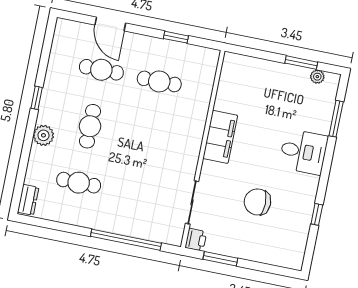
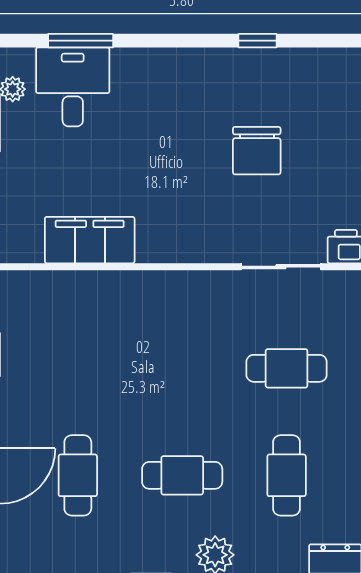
cafe table: (159, 81) -> (287, 368), moved, turned 90
filing cabinet: (220, 137) -> (90, 240), moved
desk: (303, 152) -> (73, 87), moved

